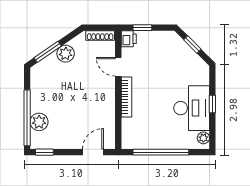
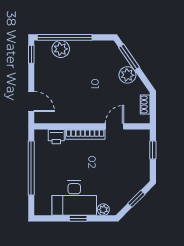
shoe rack: (100, 35) -> (145, 105), width x0.70
printer: (129, 39) -> (56, 137), moved
plant: (203, 138) -> (103, 210), moved

